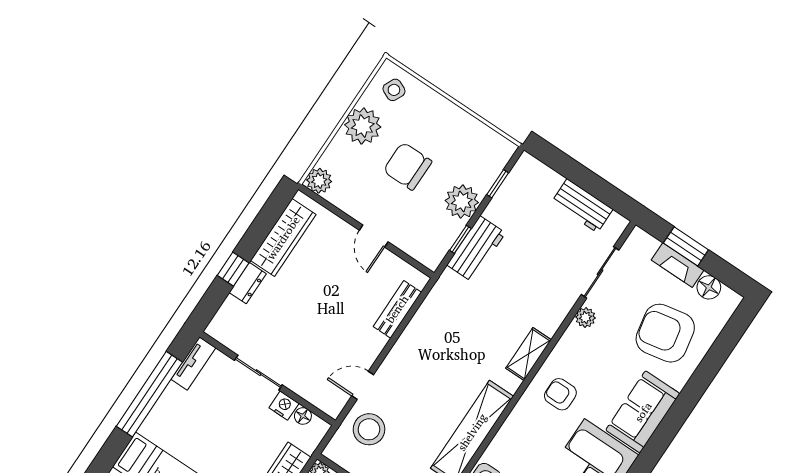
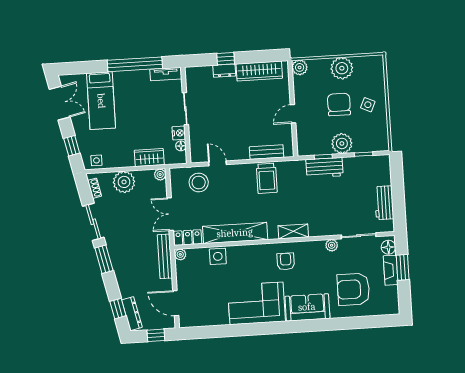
side table: (394, 90) -> (368, 105), moved
floor lamp: (709, 287) -> (388, 247), moved
armchair: (665, 333) -> (353, 289), turned -79
trolley: (432, 336) -> (267, 178), added

